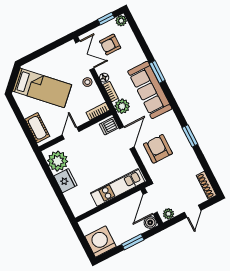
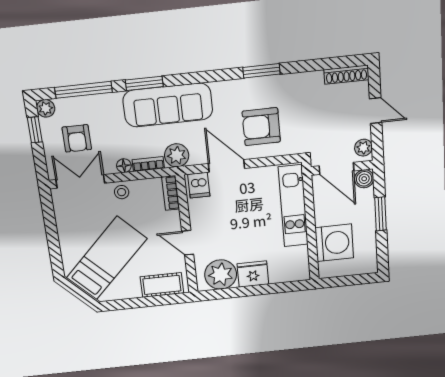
window: (140, 39) -> (84, 90), added
washing machine: (100, 242) -> (334, 243), moved, turned 180

